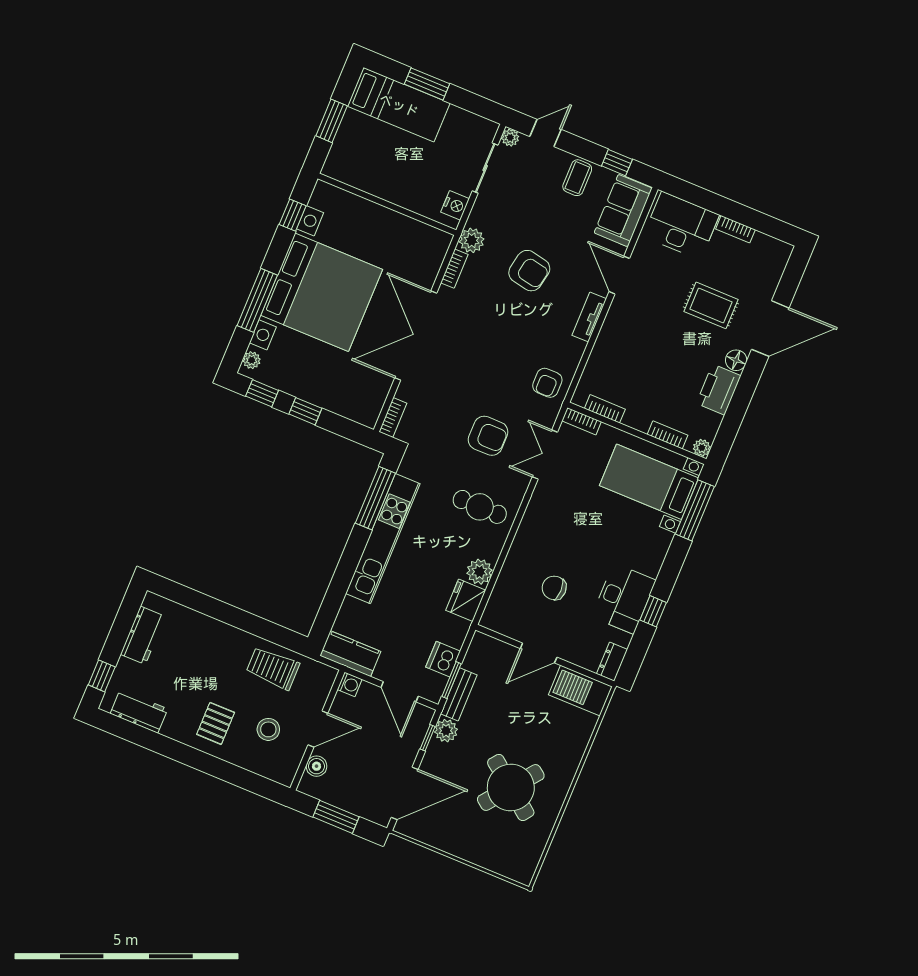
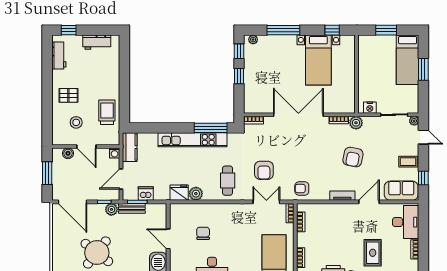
bed with nightstands: (322, 292) -> (318, 60), width x0.54

